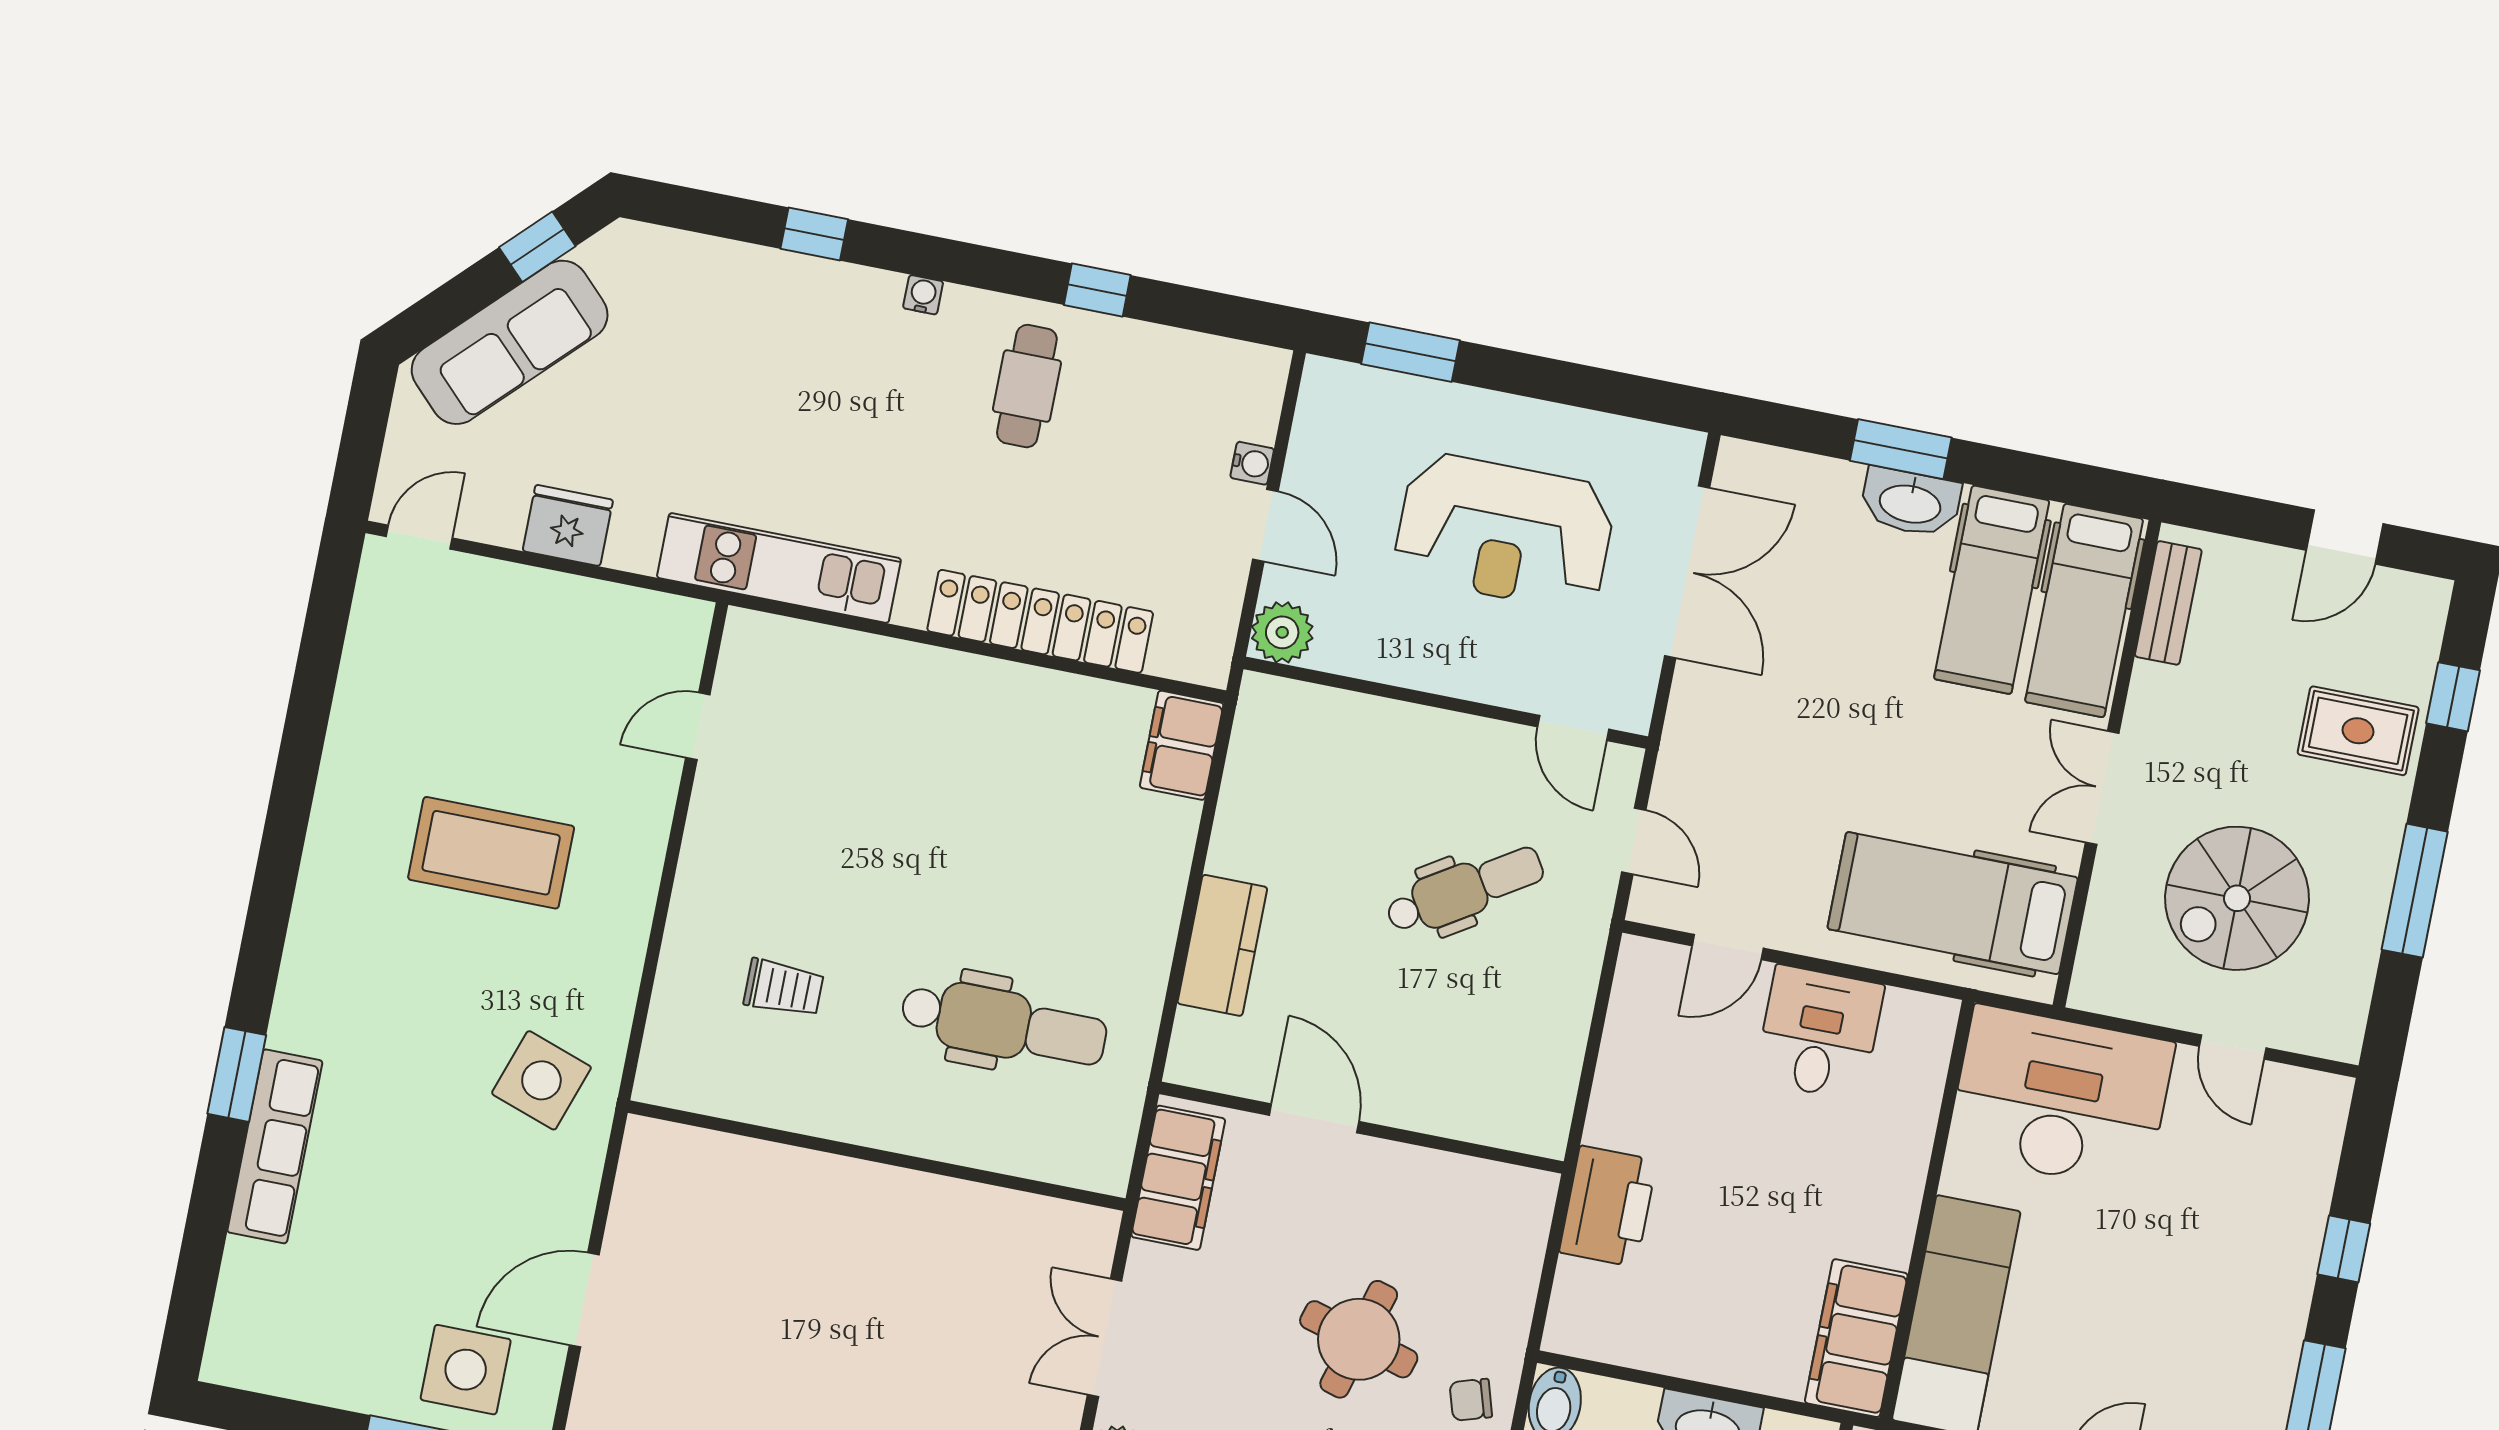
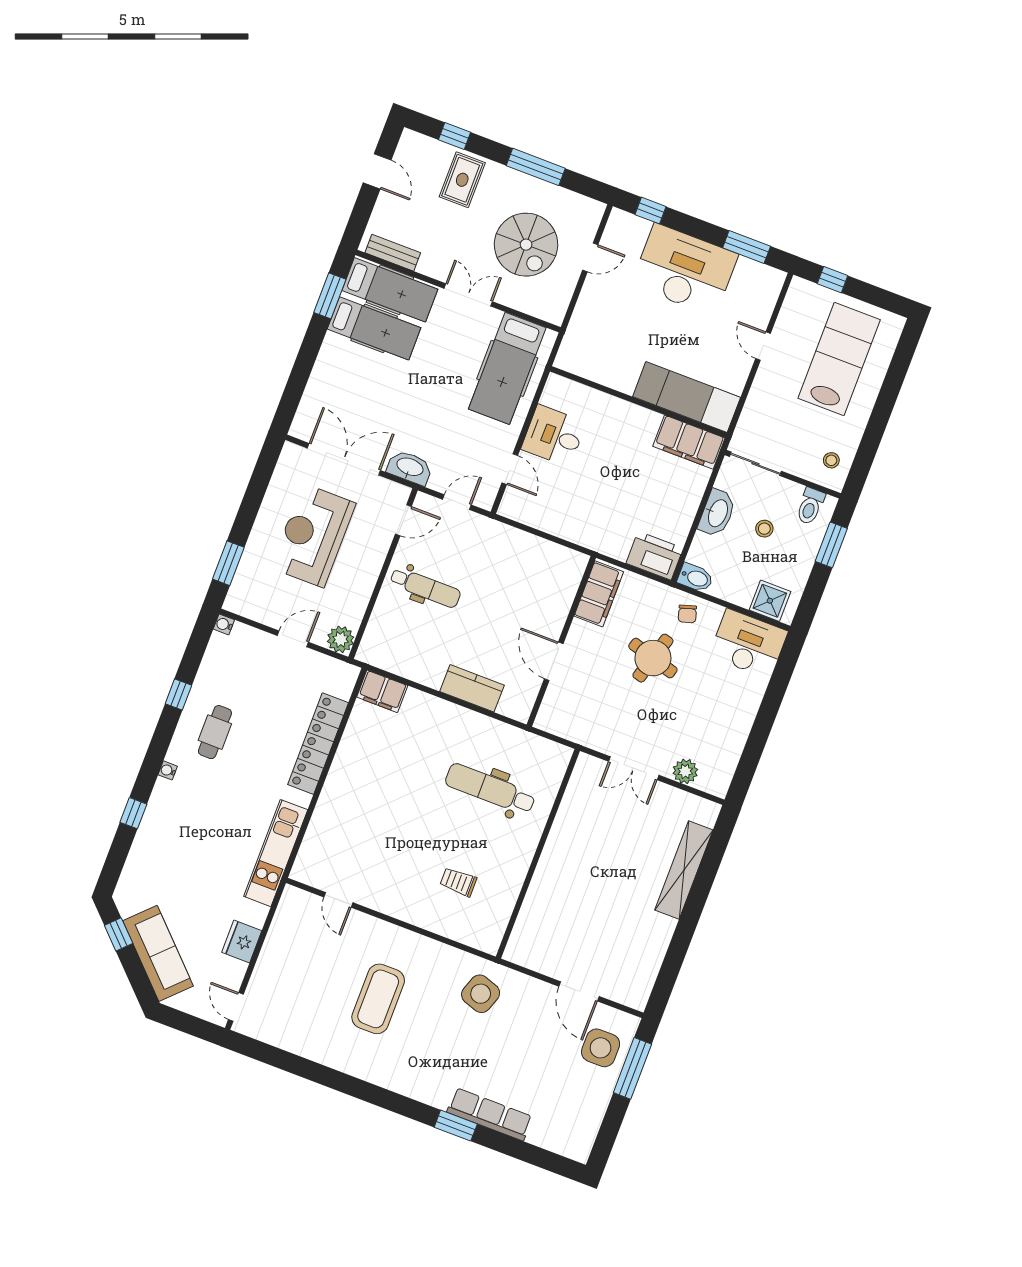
cafe table: (1027, 386) -> (215, 732), turned 90
window: (1901, 449) -> (330, 296), moved
water cooler: (1252, 463) -> (224, 624), moved, turned -90
washbasin: (1910, 502) -> (410, 467), moved, turned -90
reception desk: (1505, 532) -> (313, 536), turned 180
double door: (2102, 788) -> (468, 295), swing flipped
dental chair: (1465, 890) -> (425, 587), moved, turned 122
trolley: (784, 988) -> (458, 882), turned -90
dental chair: (1004, 1024) -> (490, 789), turned -90
desk: (2061, 1098) -> (685, 270), moved, turned 90
door: (1314, 1118) -> (554, 661), hinge flipped
filing cabinet: (1178, 1178) -> (599, 594), moved, turned 90
printer: (1608, 1206) -> (655, 556), moved
window: (2344, 1249) -> (651, 211), moved

